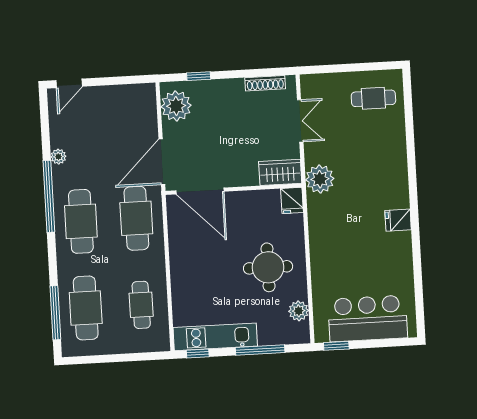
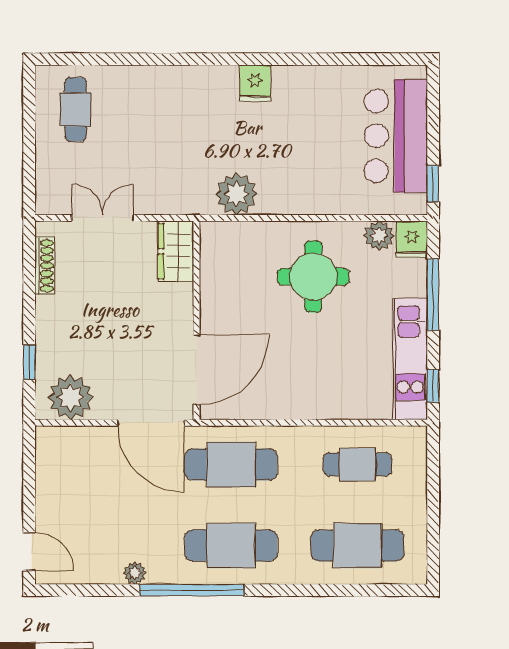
plant: (320, 179) -> (236, 194), moved
fridge: (292, 200) -> (412, 239), moved, turned 90
window: (55, 313) -> (362, 590), removed

